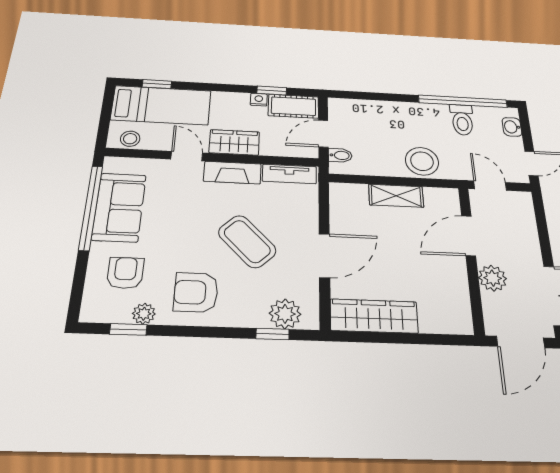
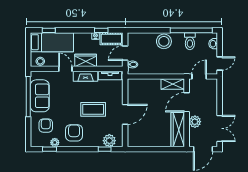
stool: (422, 161) -> (164, 41), moved
door: (490, 186) -> (199, 77), hinge flipped
shelving: (396, 196) -> (173, 84), moved
coffee table: (247, 241) -> (93, 109), turned -46
armchair: (196, 292) -> (74, 133), turned 90
wardrobe: (374, 316) -> (178, 130), moved, turned -90

